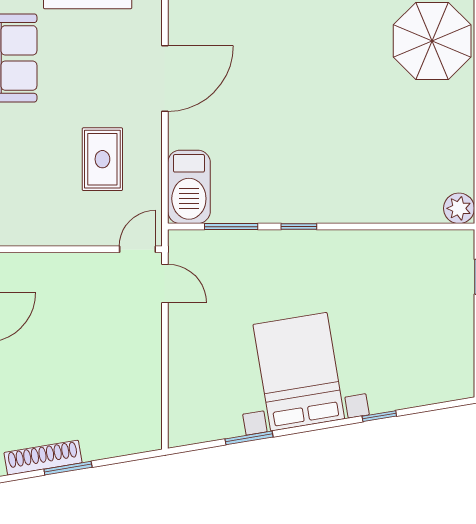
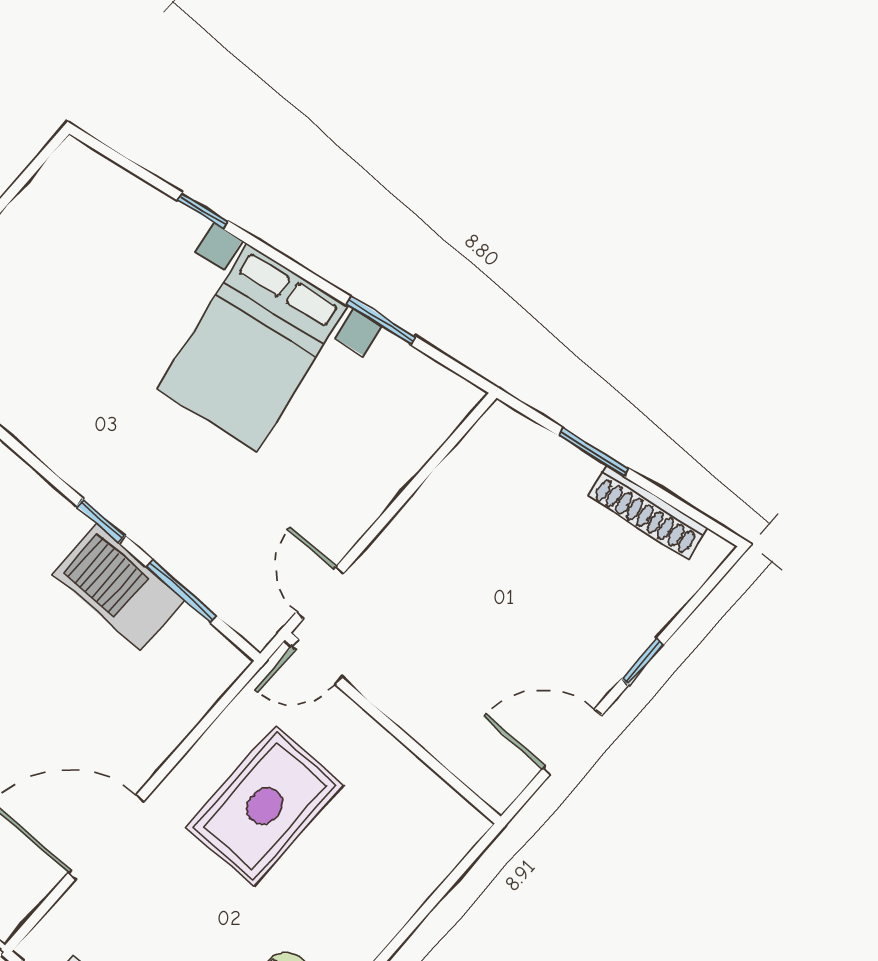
rug: (102, 159) -> (265, 806), width x1.36, depth x1.43
barbecue: (189, 187) -> (119, 587), moved, turned -90
window: (68, 468) -> (594, 452), moved

